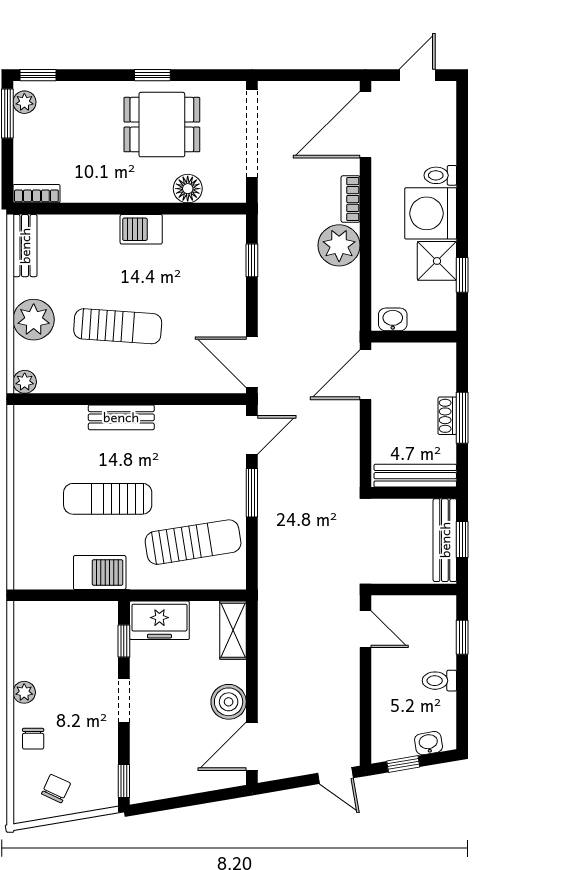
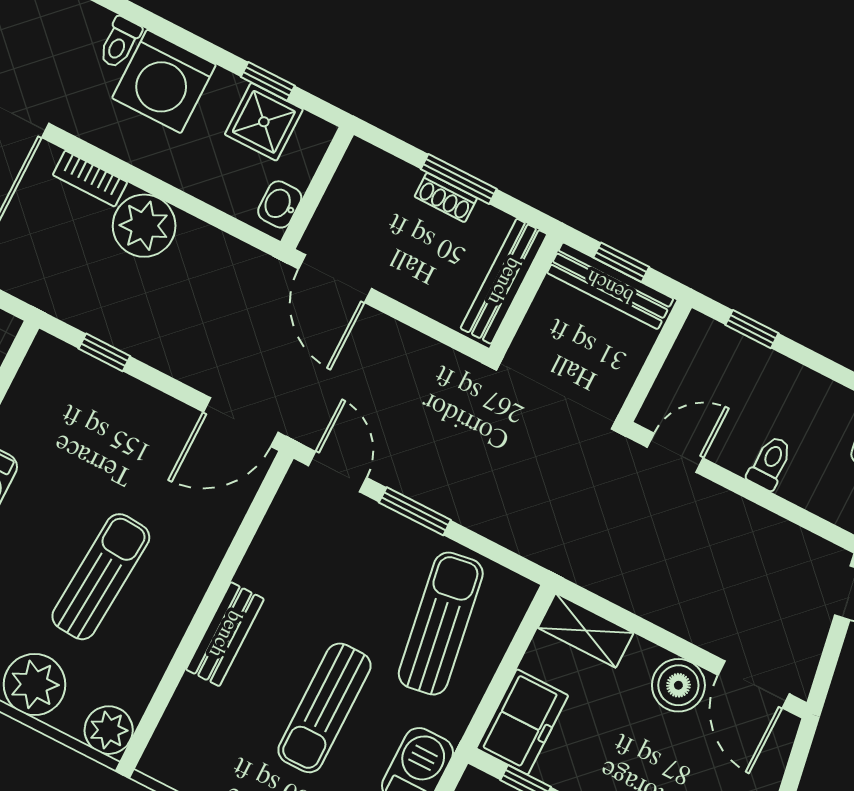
shower: (437, 261) -> (264, 122), moved
plant: (25, 382) -> (109, 730), width x1.38, depth x1.38
toilet: (439, 681) -> (770, 463), moved, turned 180

